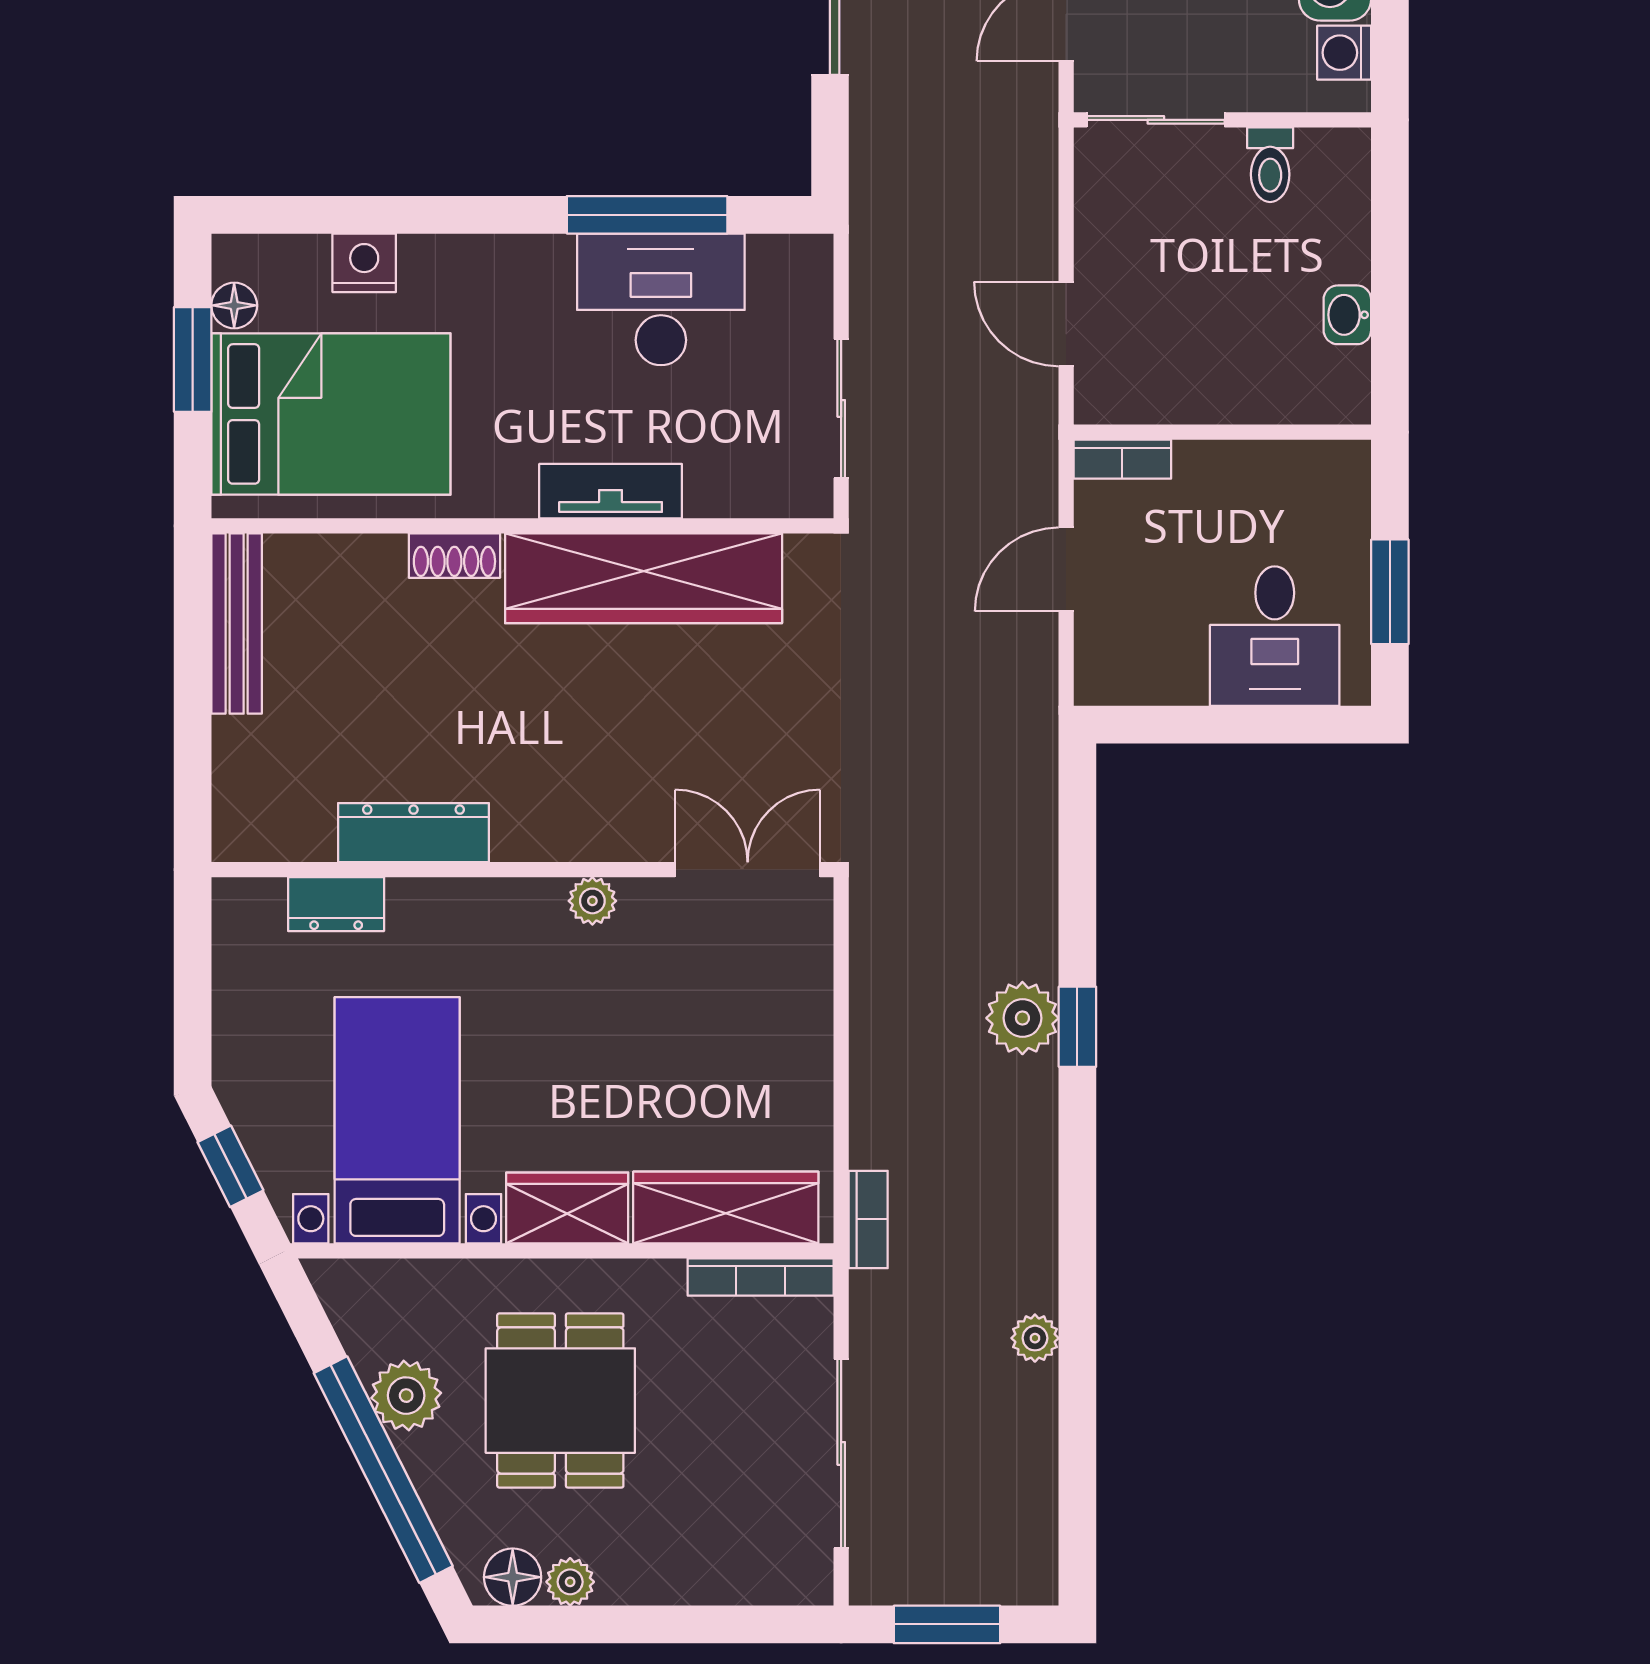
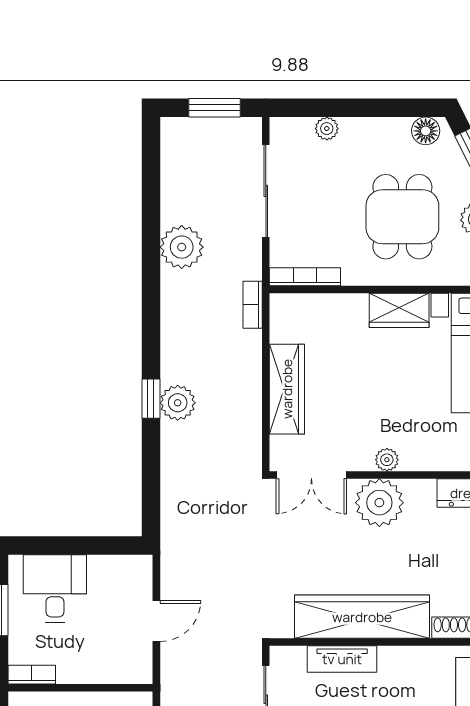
bookcase: (1122, 459) -> (32, 675), moved
tv unit: (611, 491) -> (342, 659), moved
plant: (608, 813) -> (379, 503), added
wardrobe: (726, 1207) -> (287, 389), moved, turned -90
plant: (1035, 1338) -> (182, 247), width x1.88, depth x1.88
plant: (570, 1582) -> (327, 129), moved

